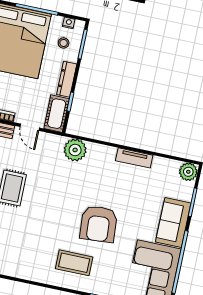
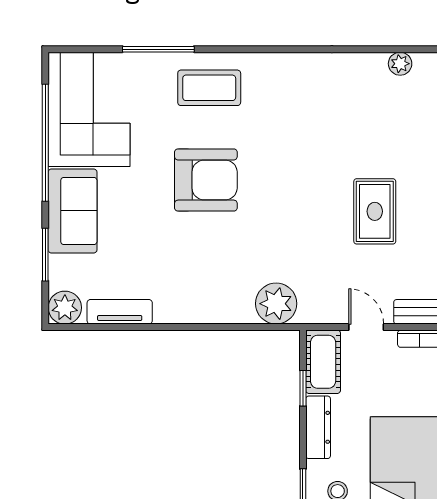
tv unit: (134, 158) -> (120, 312), moved
armchair: (99, 224) -> (206, 180), turned 94
coffee table: (74, 263) -> (209, 88), moved

